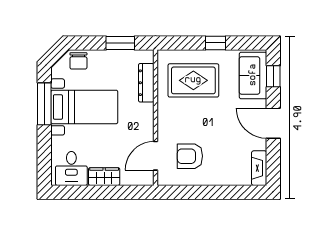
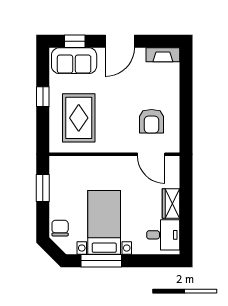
chair: (78, 61) -> (60, 228), turned -90
dresser: (146, 83) -> (81, 163), removed

